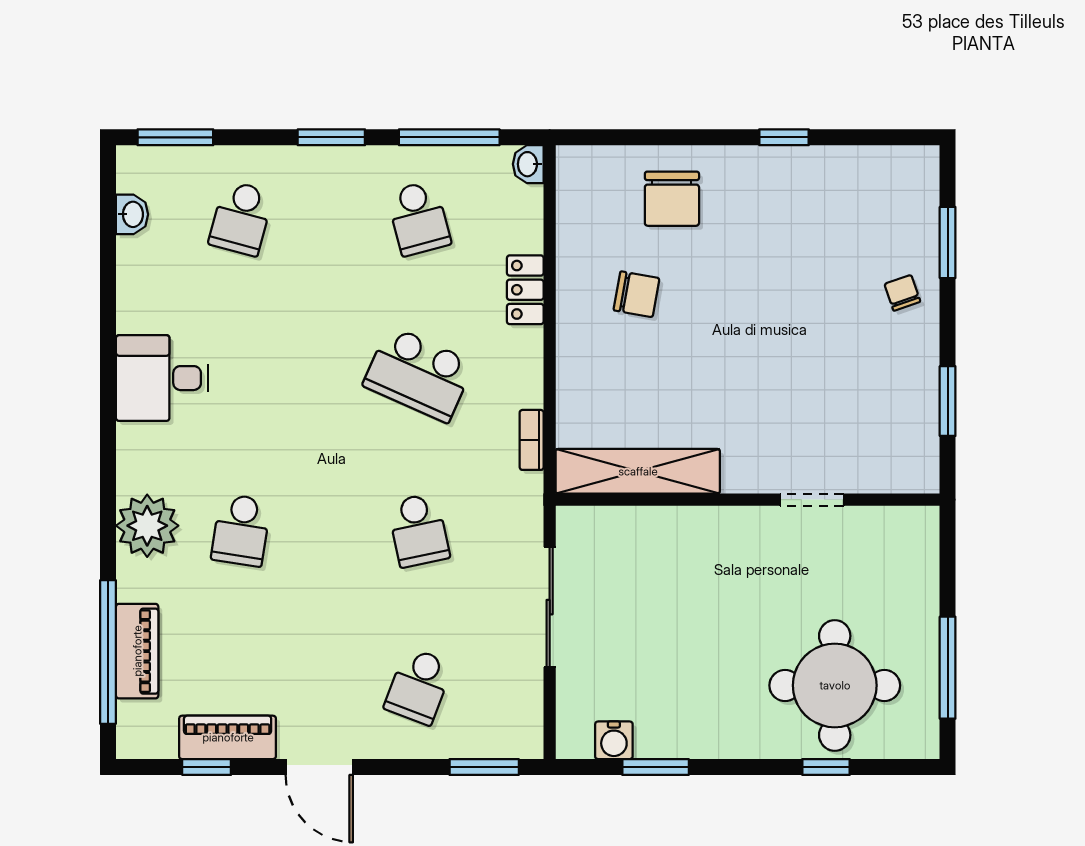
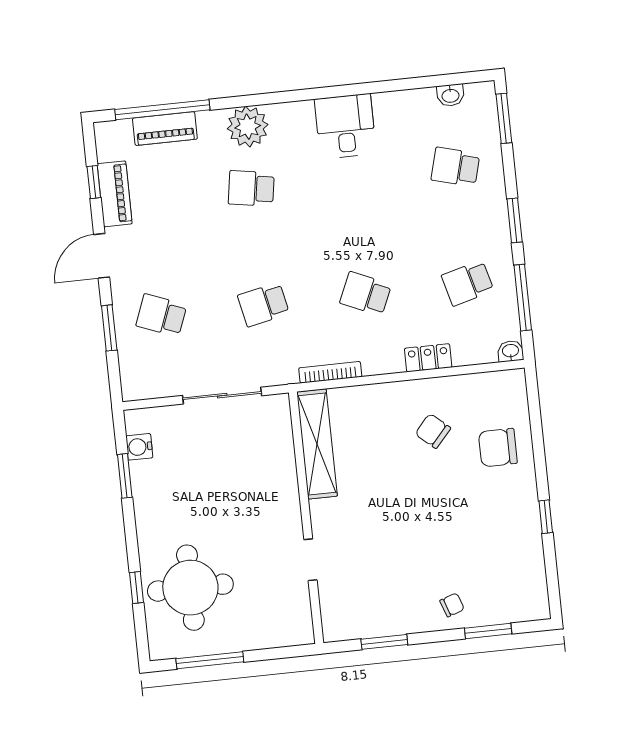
chair: (637, 294) -> (433, 431), turned 121
school desk: (419, 374) -> (366, 294), width x0.54
bookcase: (532, 440) -> (330, 372), width x1.56
window: (484, 767) -> (109, 328), moved

